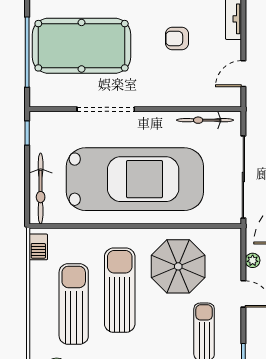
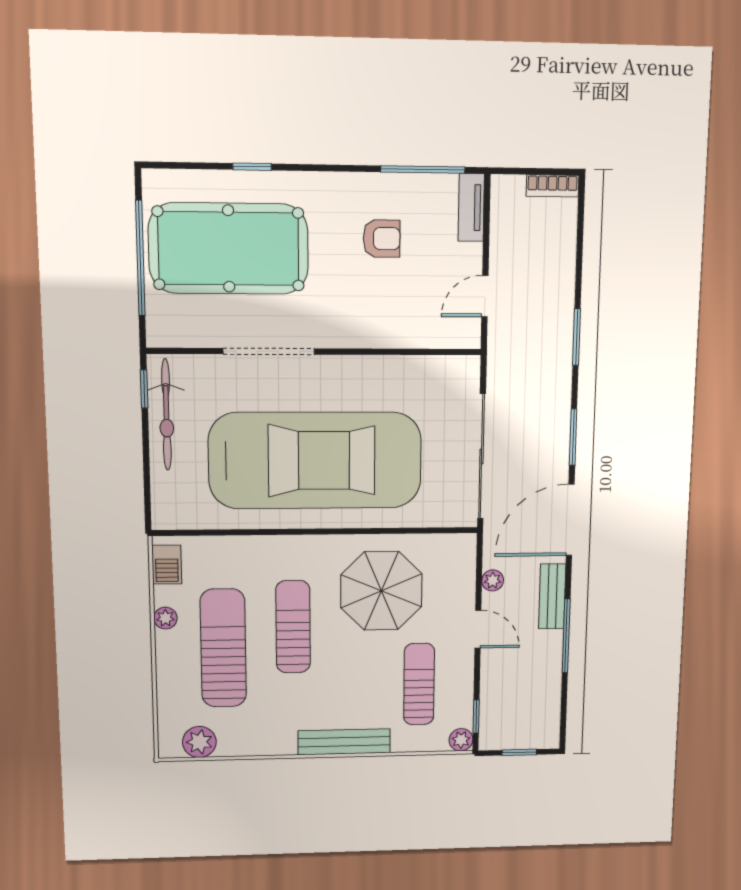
armchair: (177, 38) -> (382, 239), turned 180
bicycle: (205, 120) -> (424, 369), removed
bicycle: (41, 189) -> (166, 415), moved
plant: (36, 283) -> (165, 618), added
sun lounger: (120, 290) -> (293, 627), width x0.73, depth x0.75

